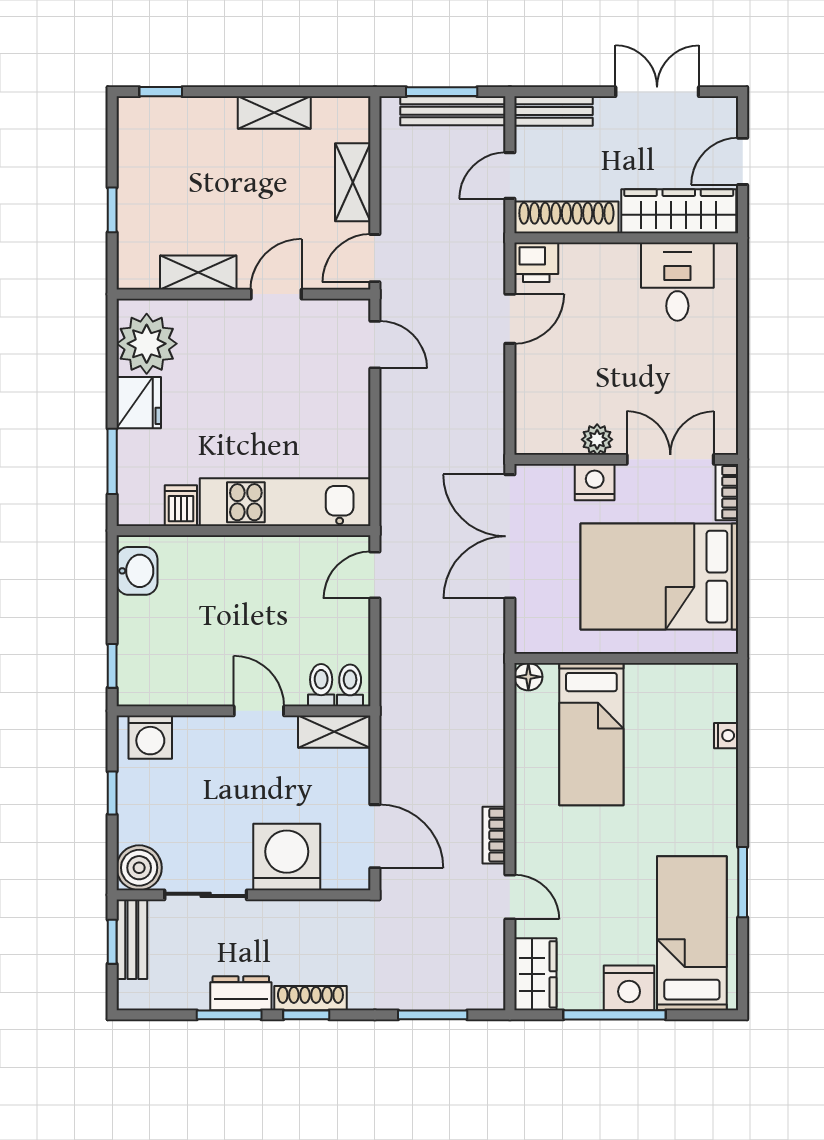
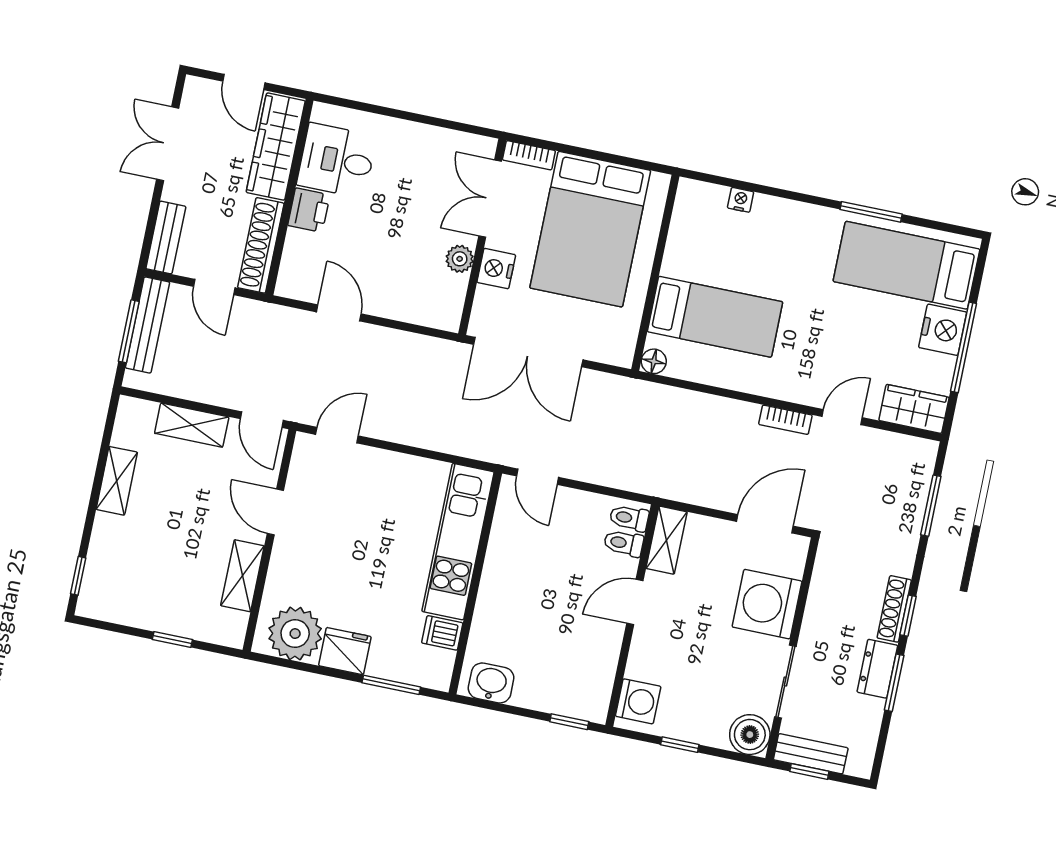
printer: (536, 262) -> (309, 210), moved

